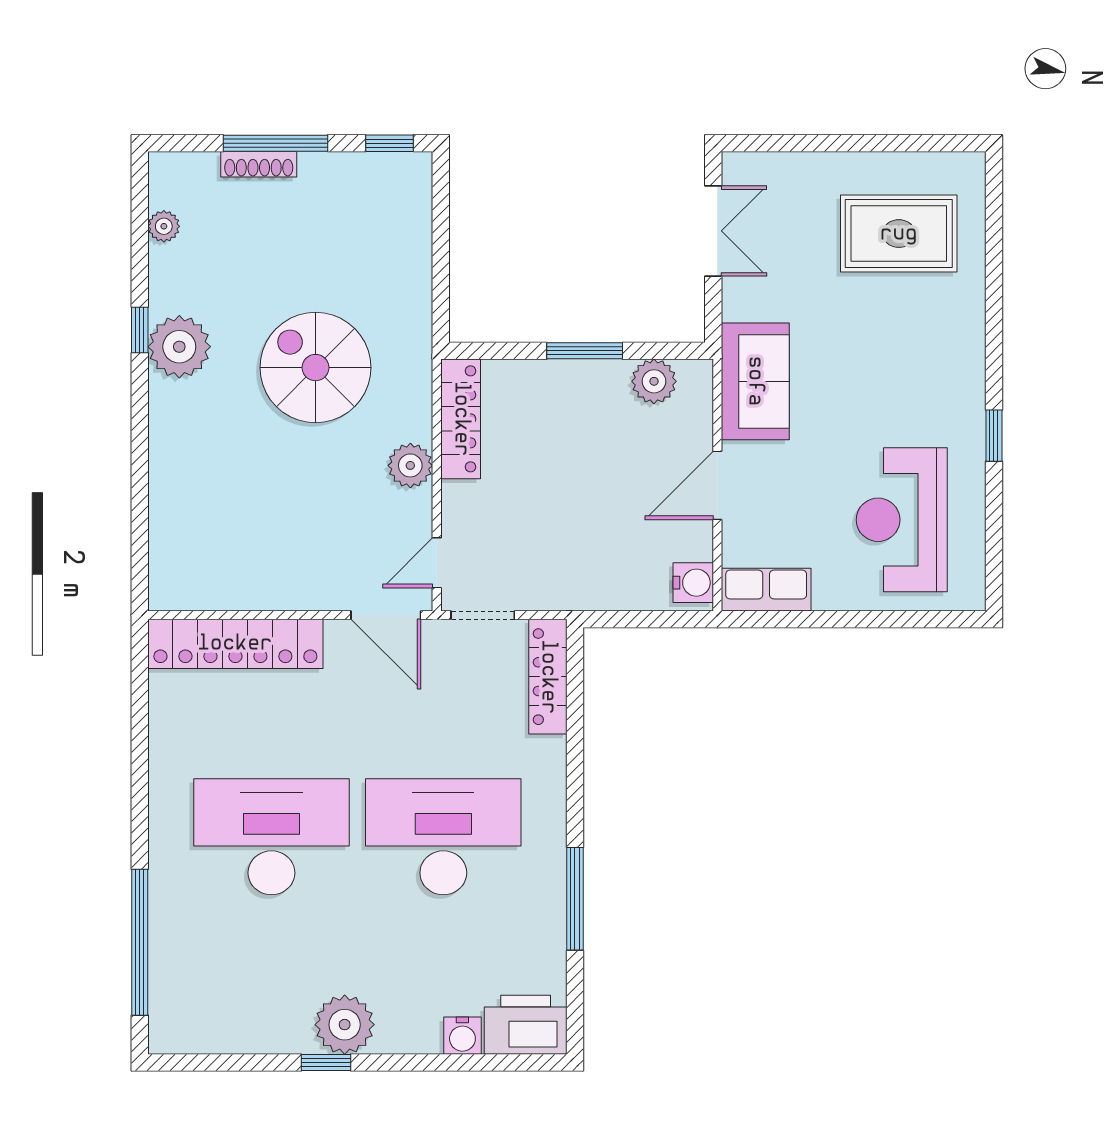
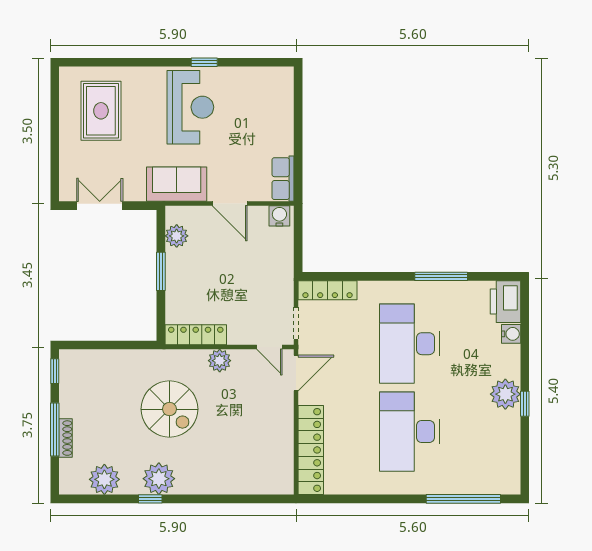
plant: (164, 226) -> (104, 479), width x1.87, depth x1.87
spiral stairs: (315, 368) -> (169, 409), turned -90
reception desk: (902, 520) -> (190, 107), moved, turned -90

